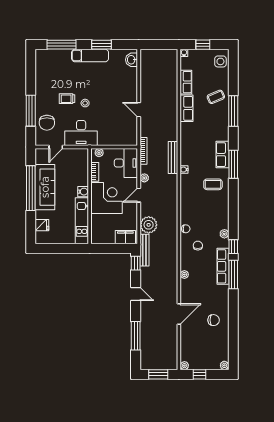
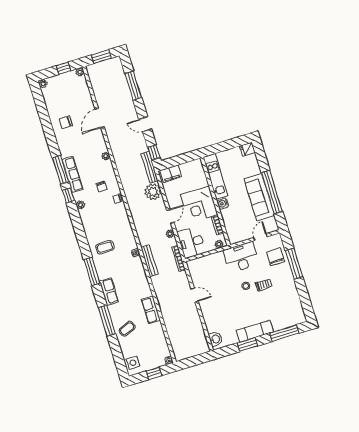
row of seats: (186, 82) -> (159, 334), removed
row of seats: (222, 155) -> (109, 291), moved
fridge: (42, 225) -> (247, 149), moved

